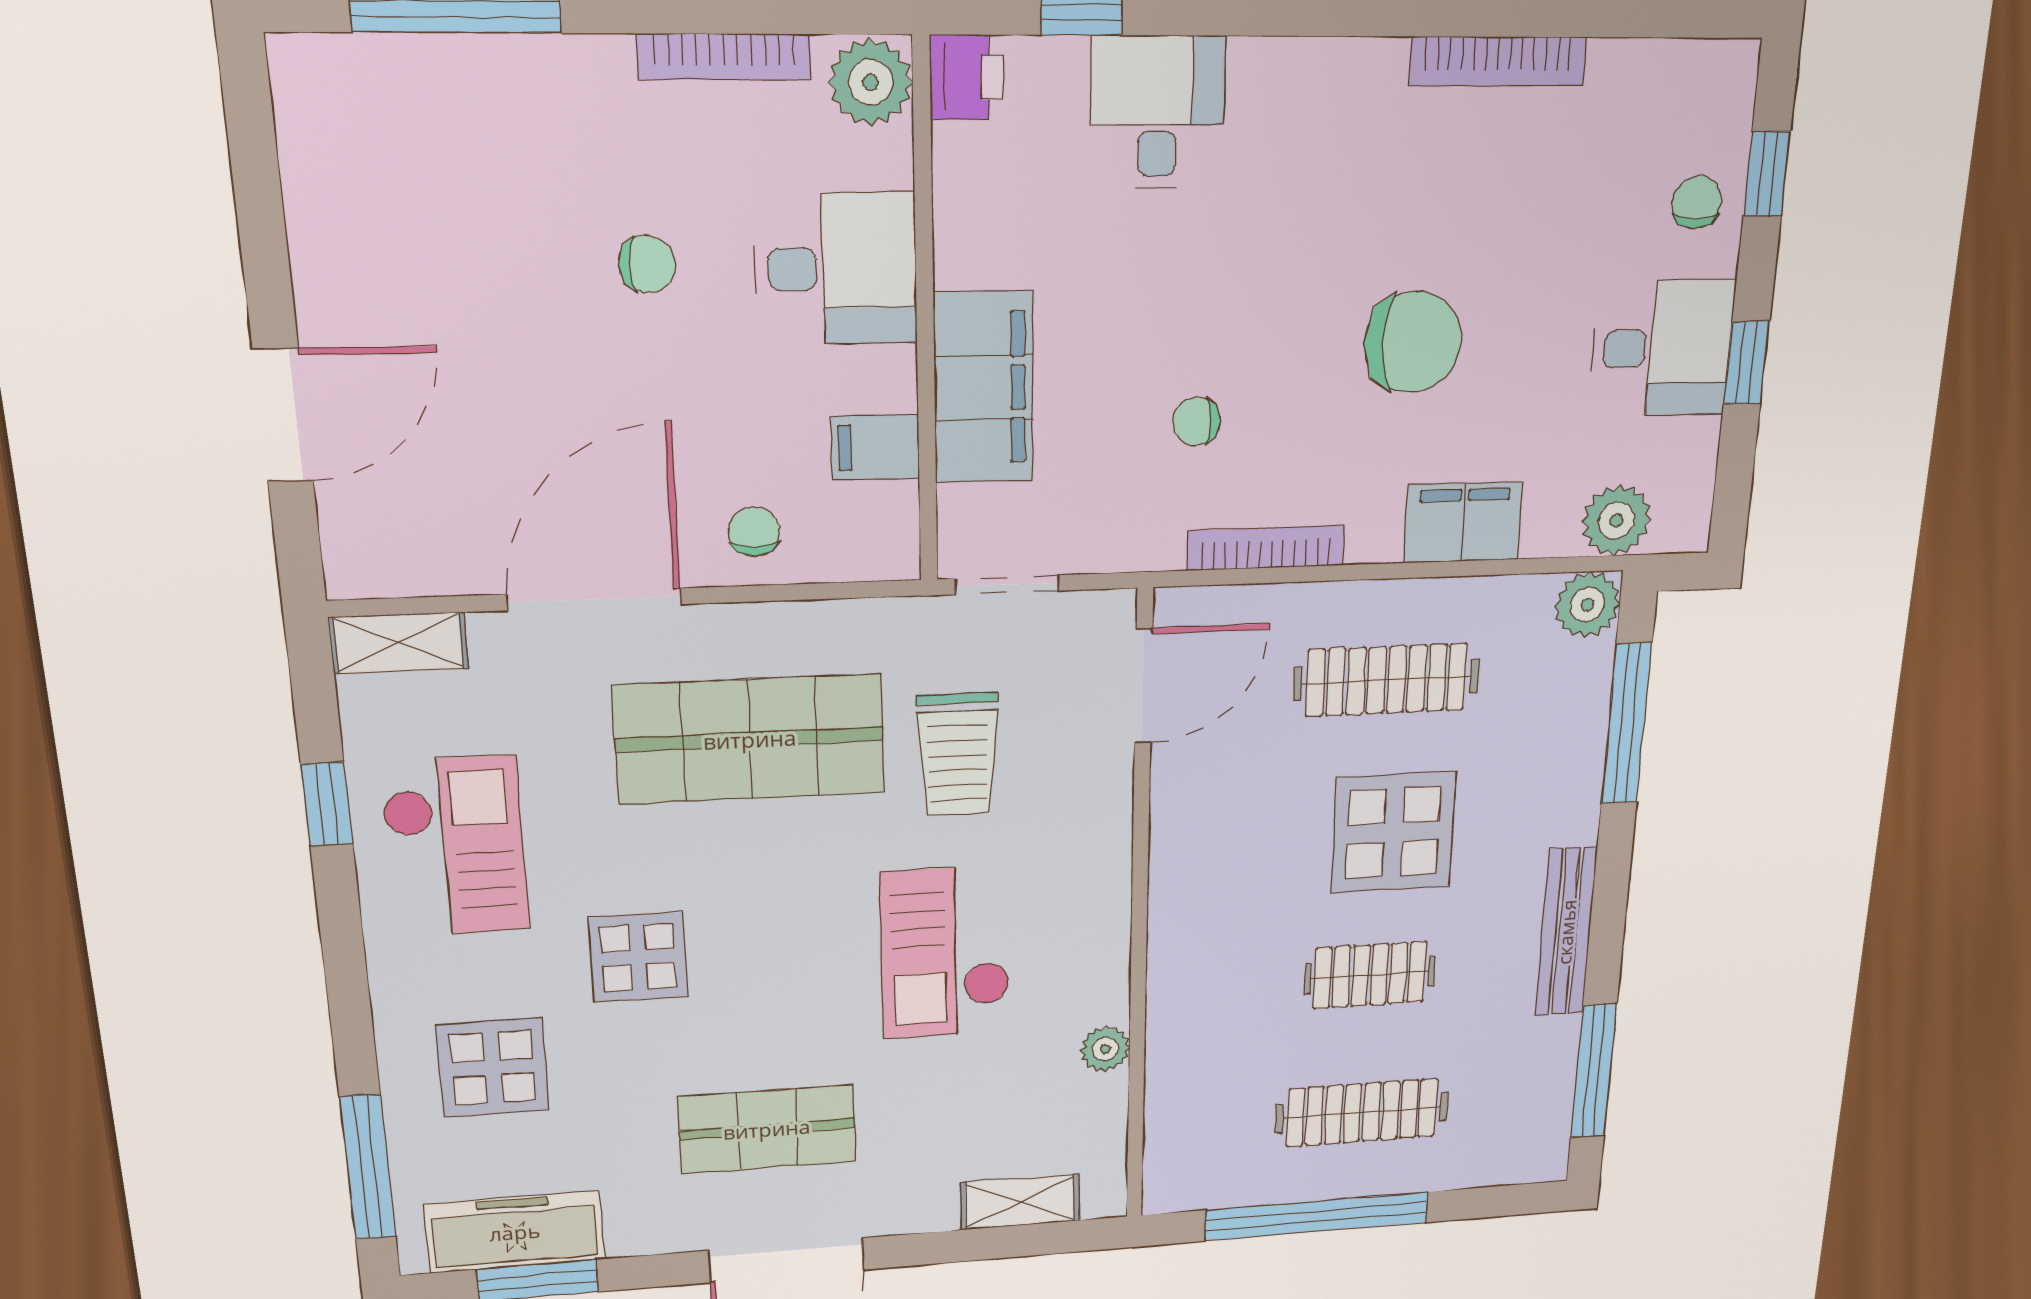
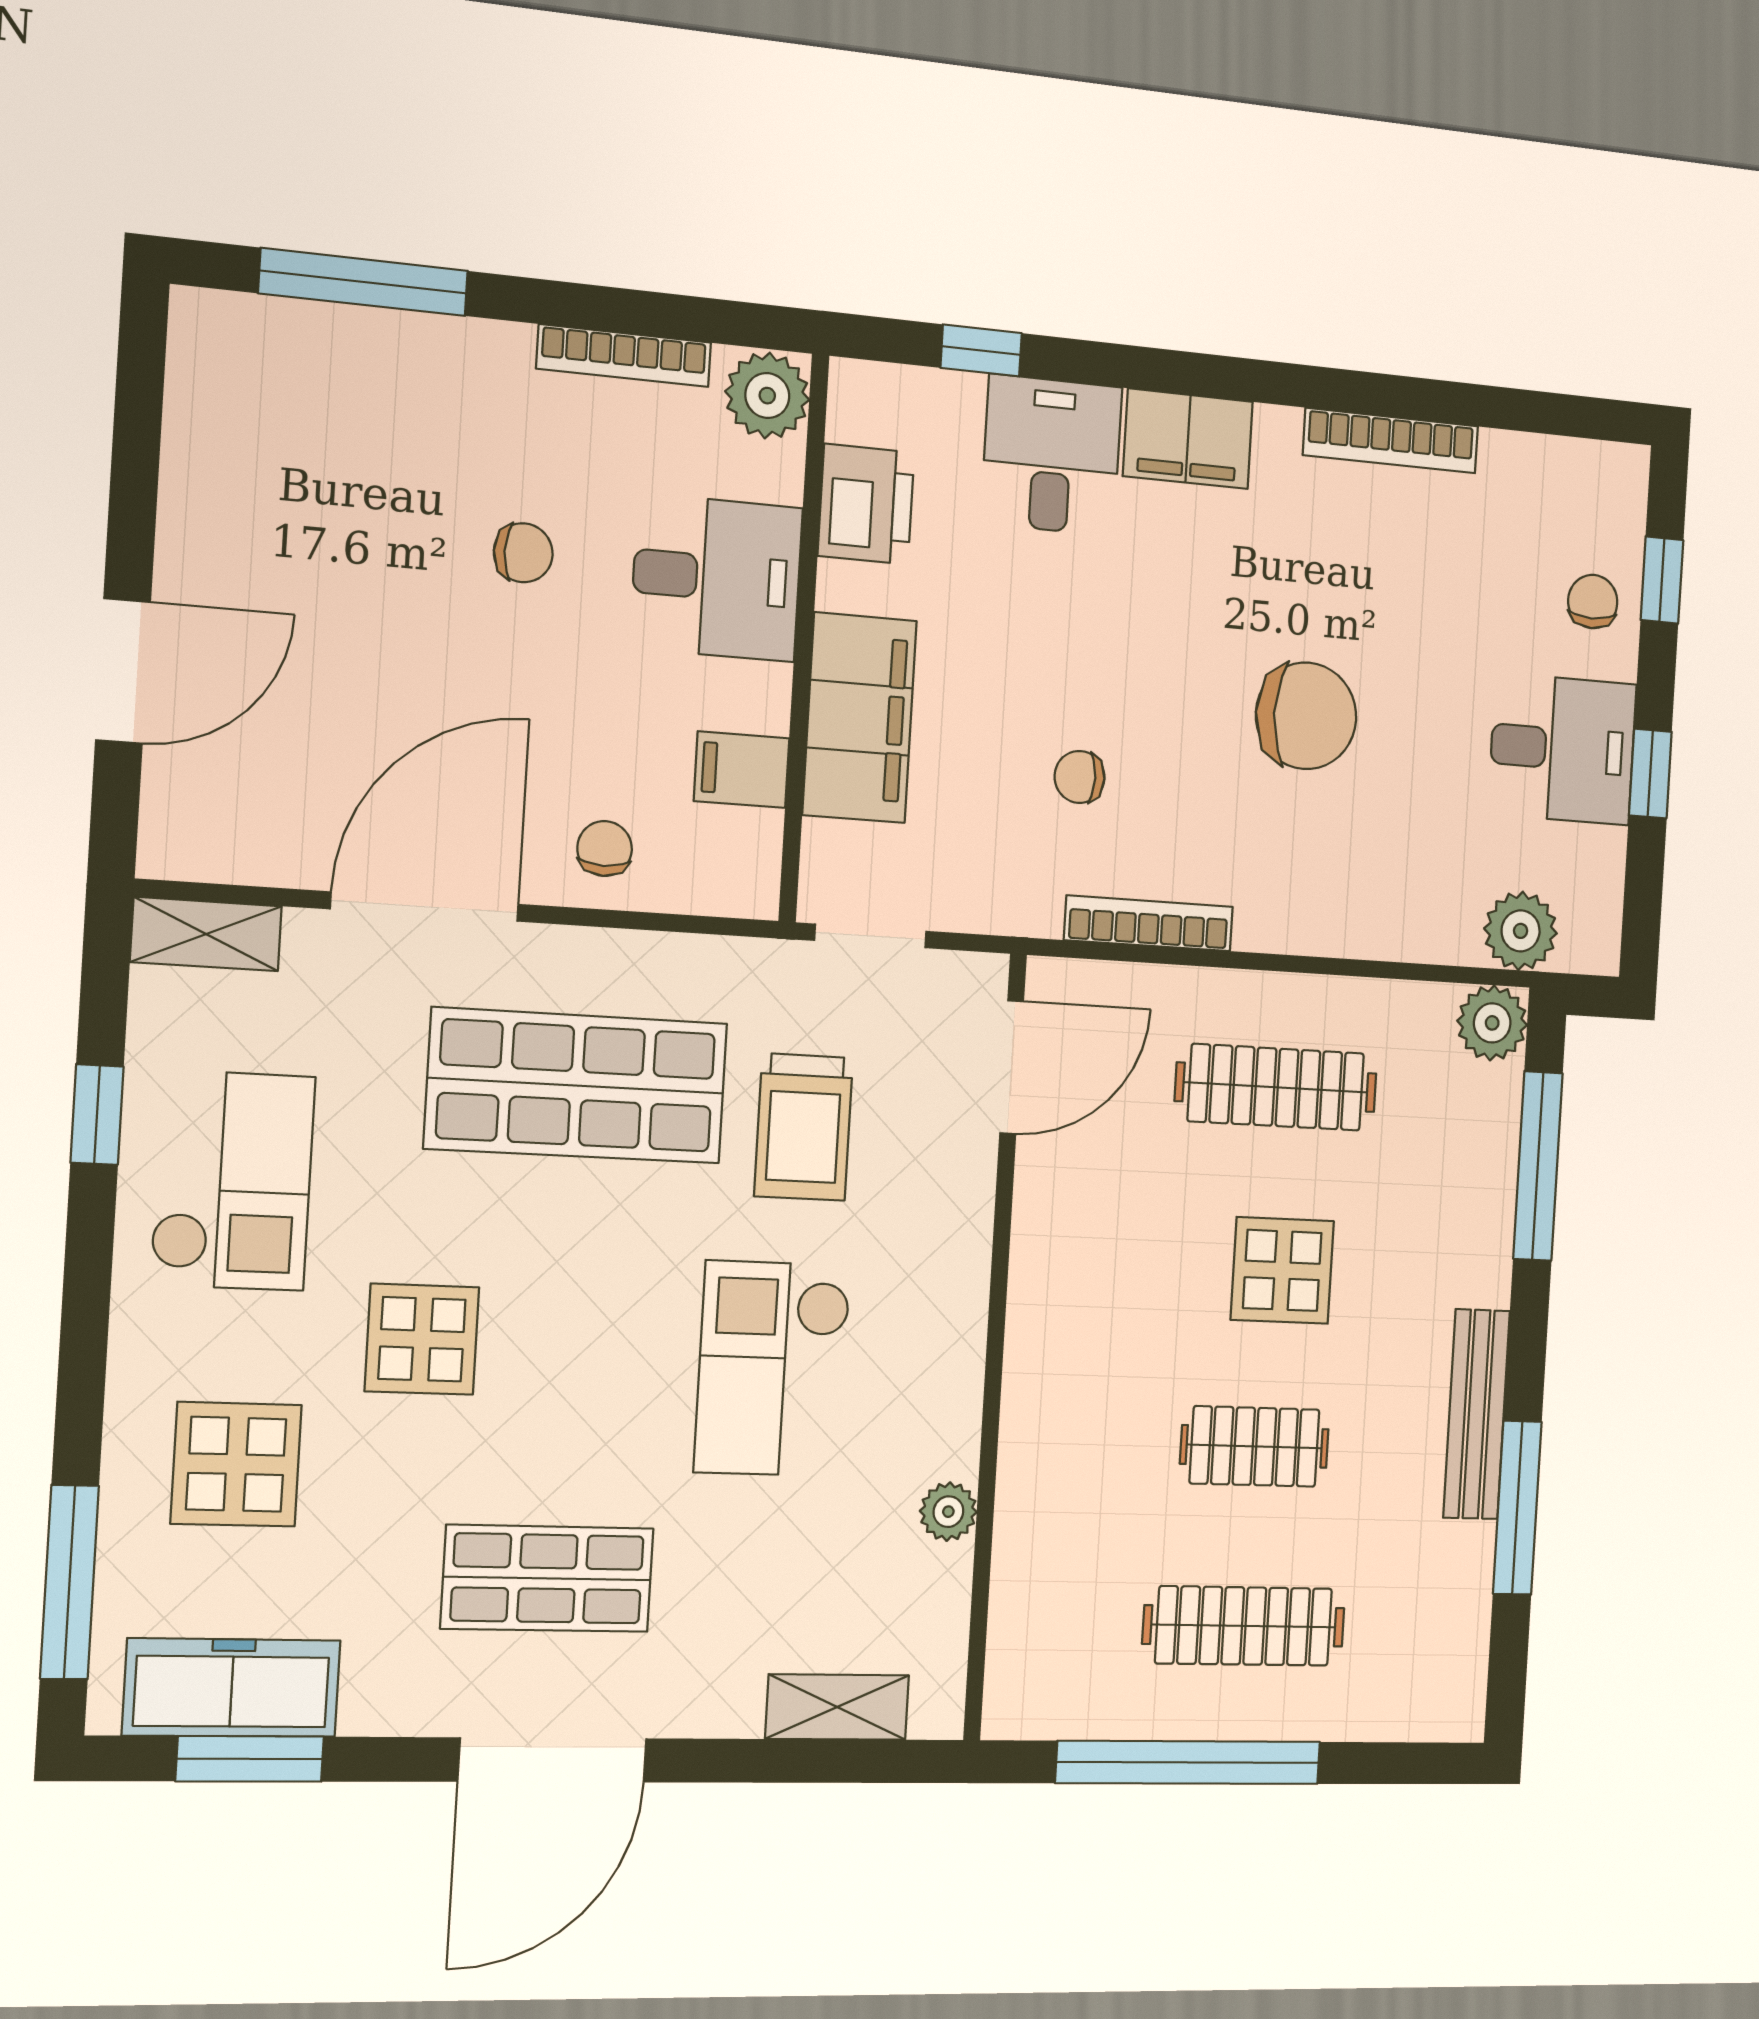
printer: (967, 77) -> (866, 504), moved, width x1.36, depth x1.24
filing cabinet: (1463, 522) -> (1188, 439), moved, turned 180
display table: (1393, 832) -> (1282, 1270), width x0.73, depth x0.73
window: (1594, 1071) -> (1517, 1508), moved

